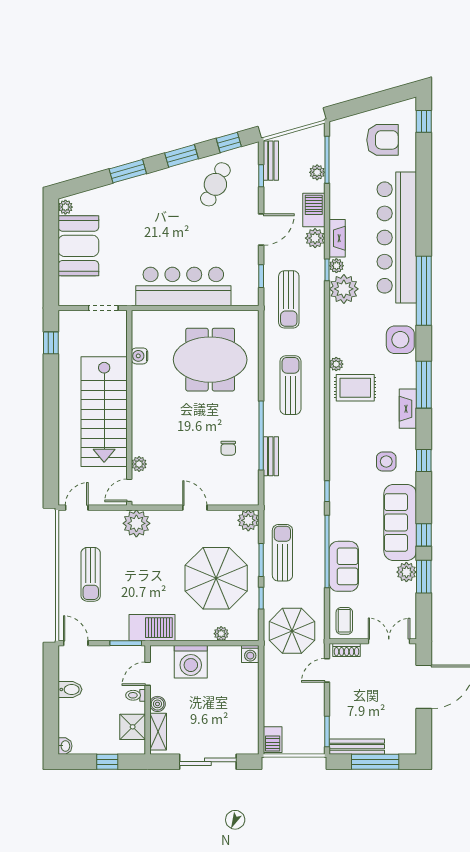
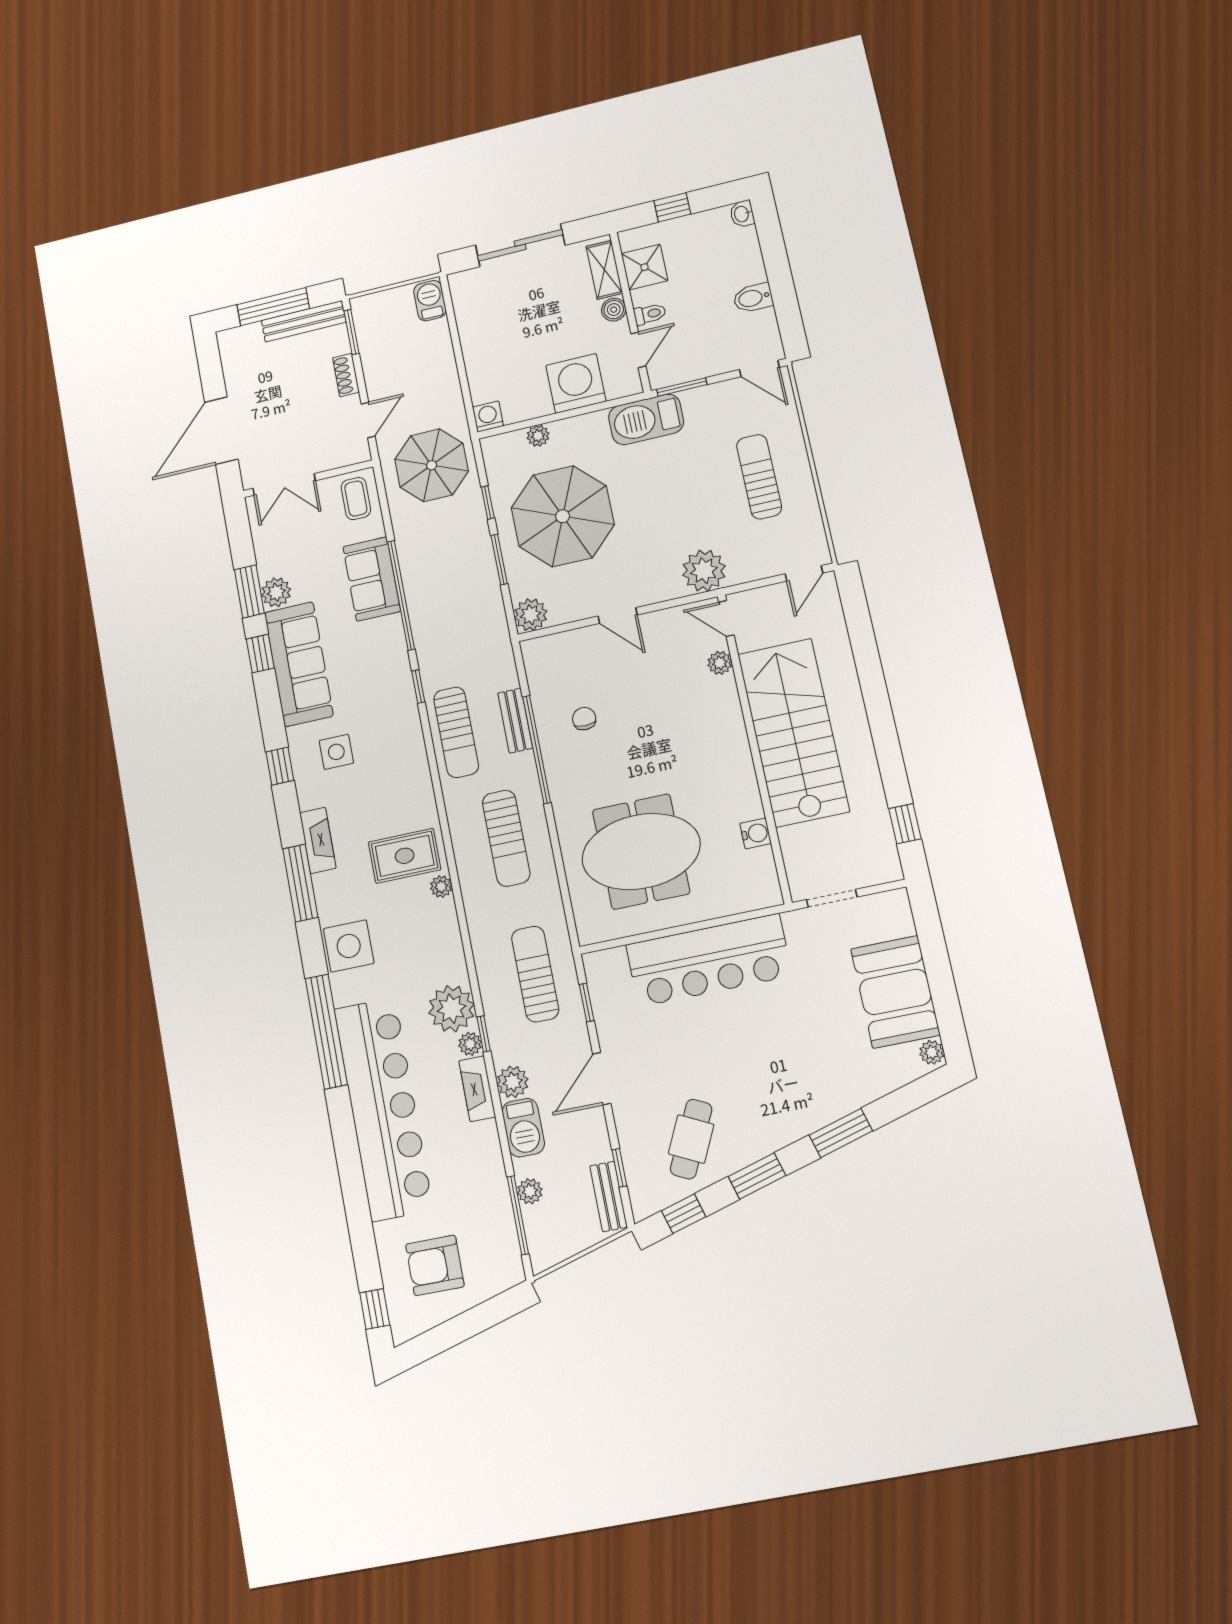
door: (129, 490) -> (726, 619), swing flipped
sun lounger: (282, 553) -> (456, 732), moved
shoe rack: (347, 650) -> (346, 375), moved, turned -90

